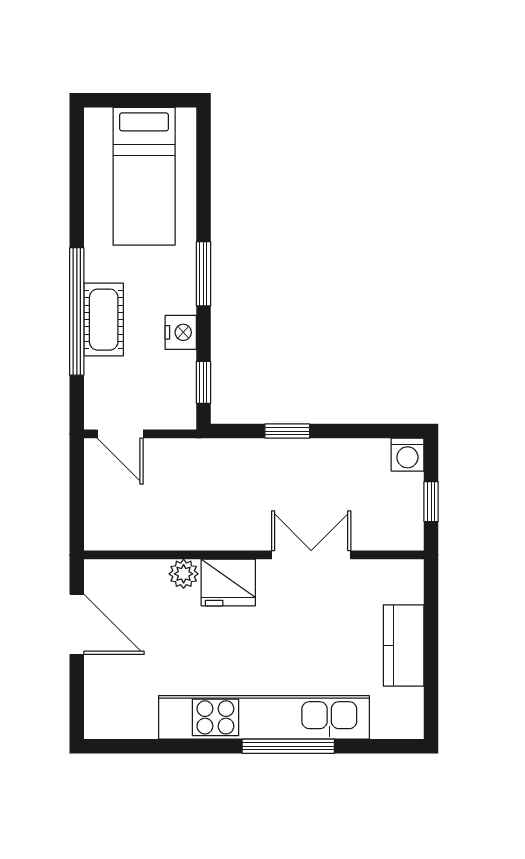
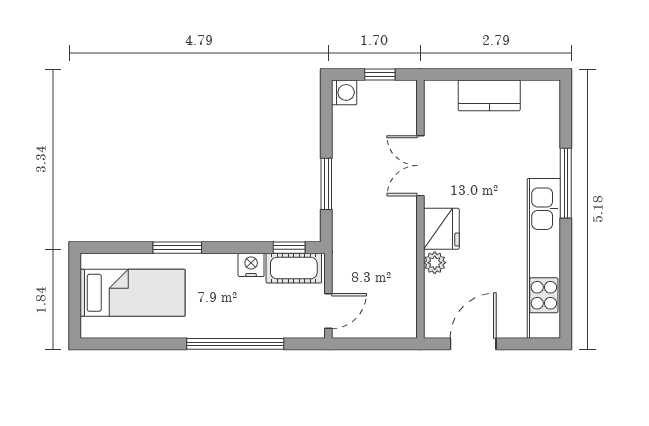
window: (203, 274) -> (177, 248), moved
cot: (104, 320) -> (294, 268), moved
window: (287, 431) -> (326, 184), width x1.50
kitchen unit: (264, 717) -> (544, 258), moved

